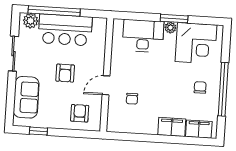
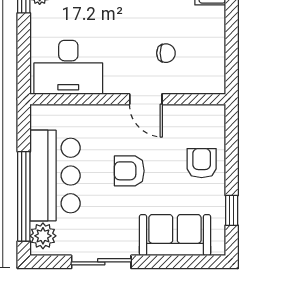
desk: (143, 36) -> (68, 67), moved, turned -90
armchair: (65, 73) -> (129, 171), turned 180
armchair: (80, 113) -> (202, 163), moved, turned 90

